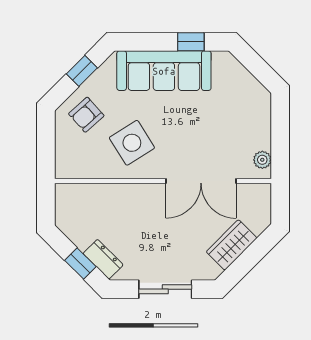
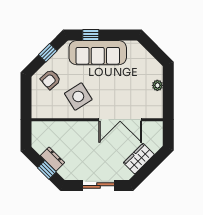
window: (191, 42) -> (91, 35), moved
plant: (262, 160) -> (157, 85), moved
dresser: (103, 259) -> (53, 159), moved

